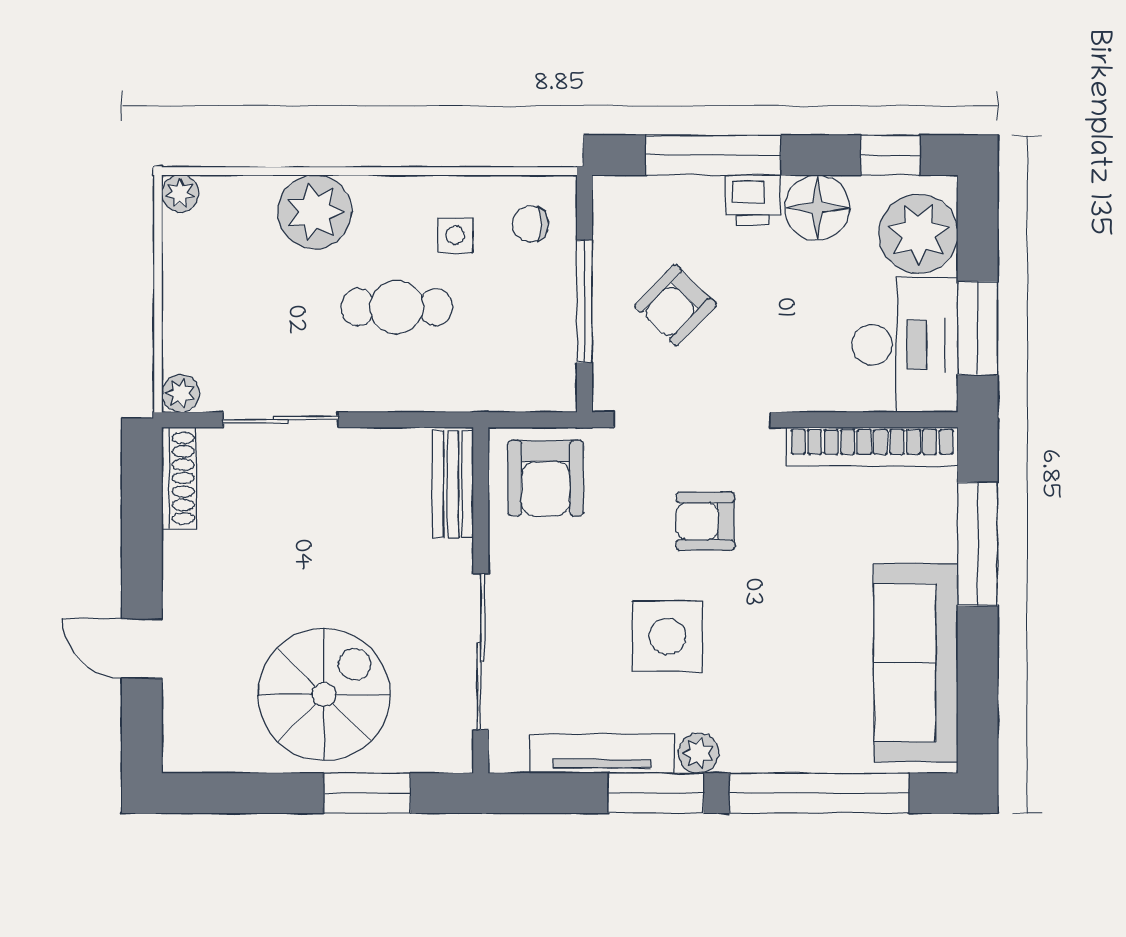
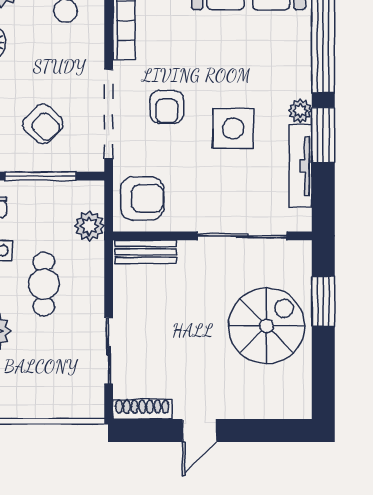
plant: (181, 393) -> (89, 226), moved, width x1.38, depth x1.38
door: (142, 649) -> (200, 431), moved
spiral stairs: (324, 695) -> (267, 326), turned 90

